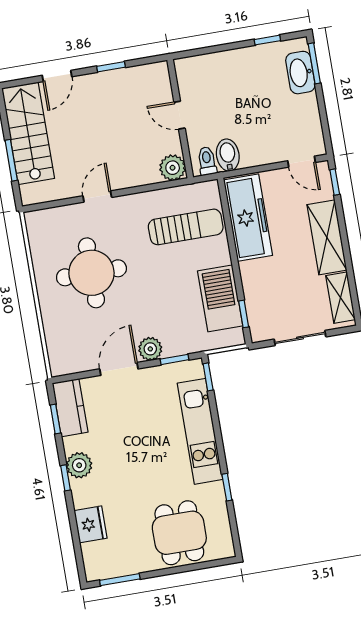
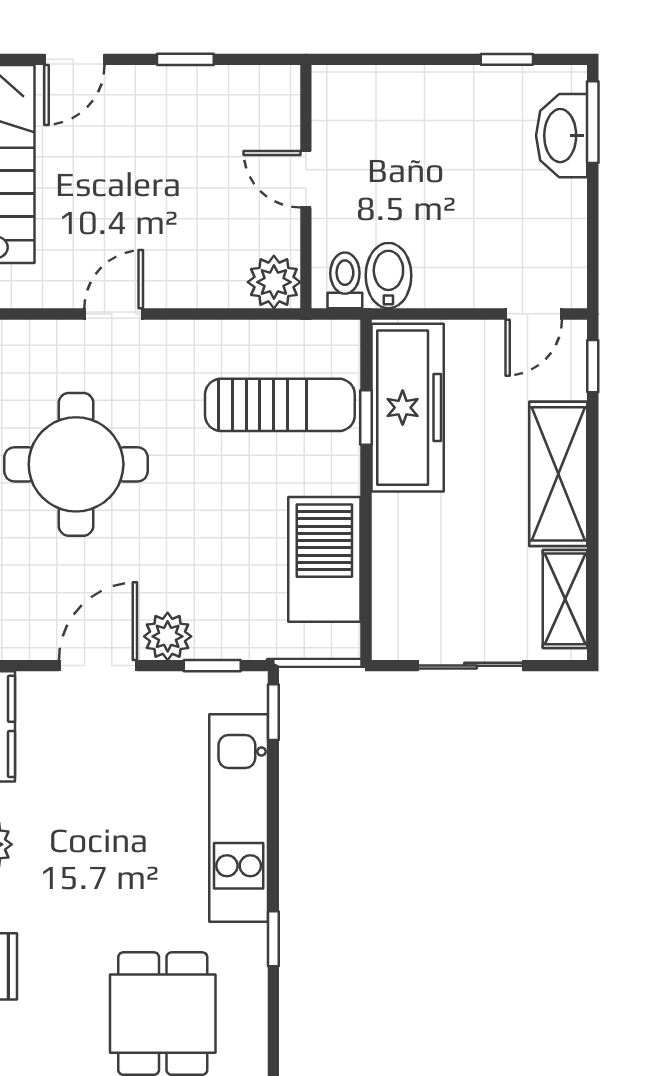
door: (302, 162) -> (534, 314), hinge flipped
window: (244, 314) -> (366, 418), moved

